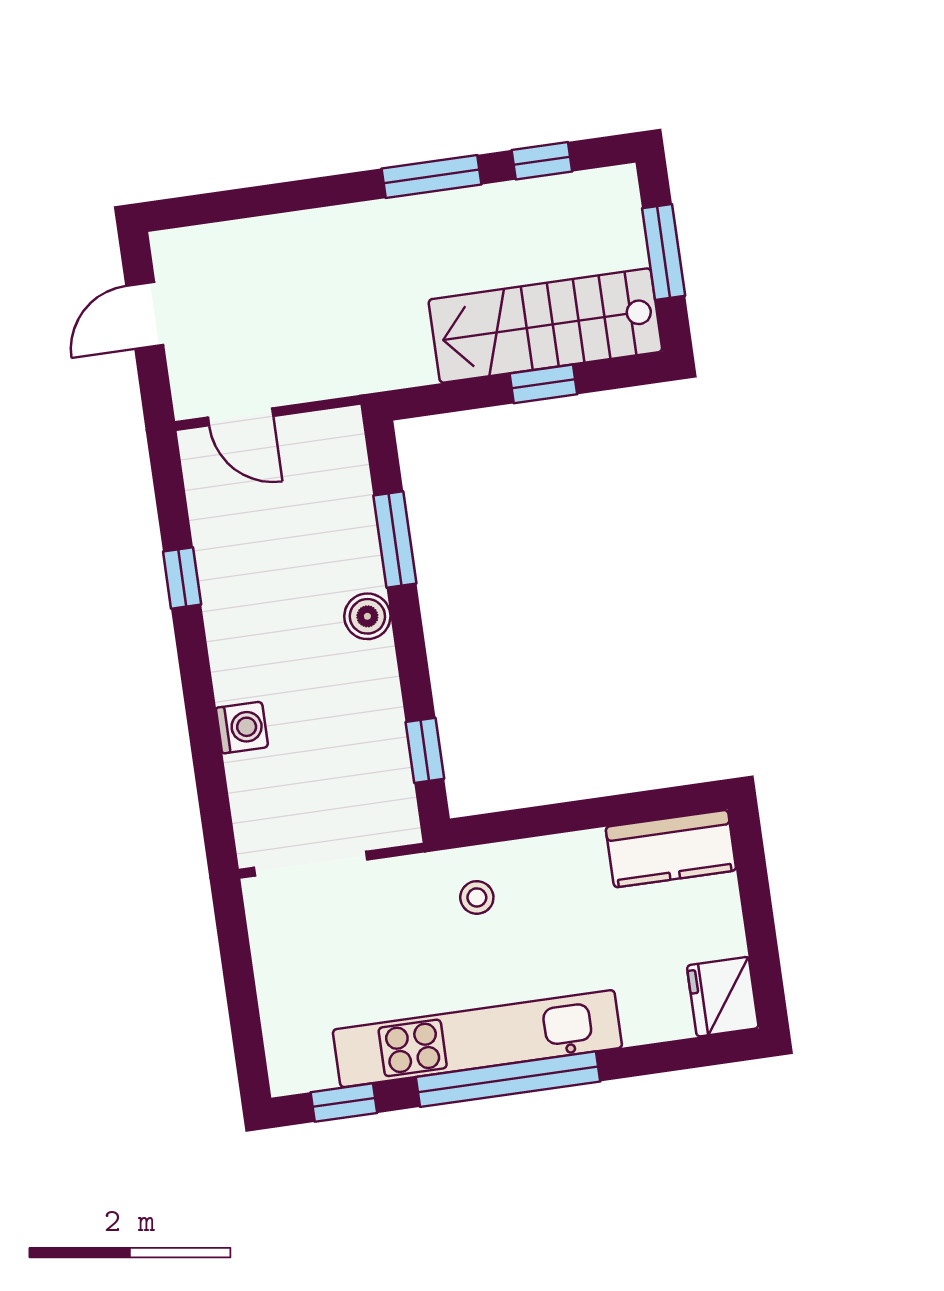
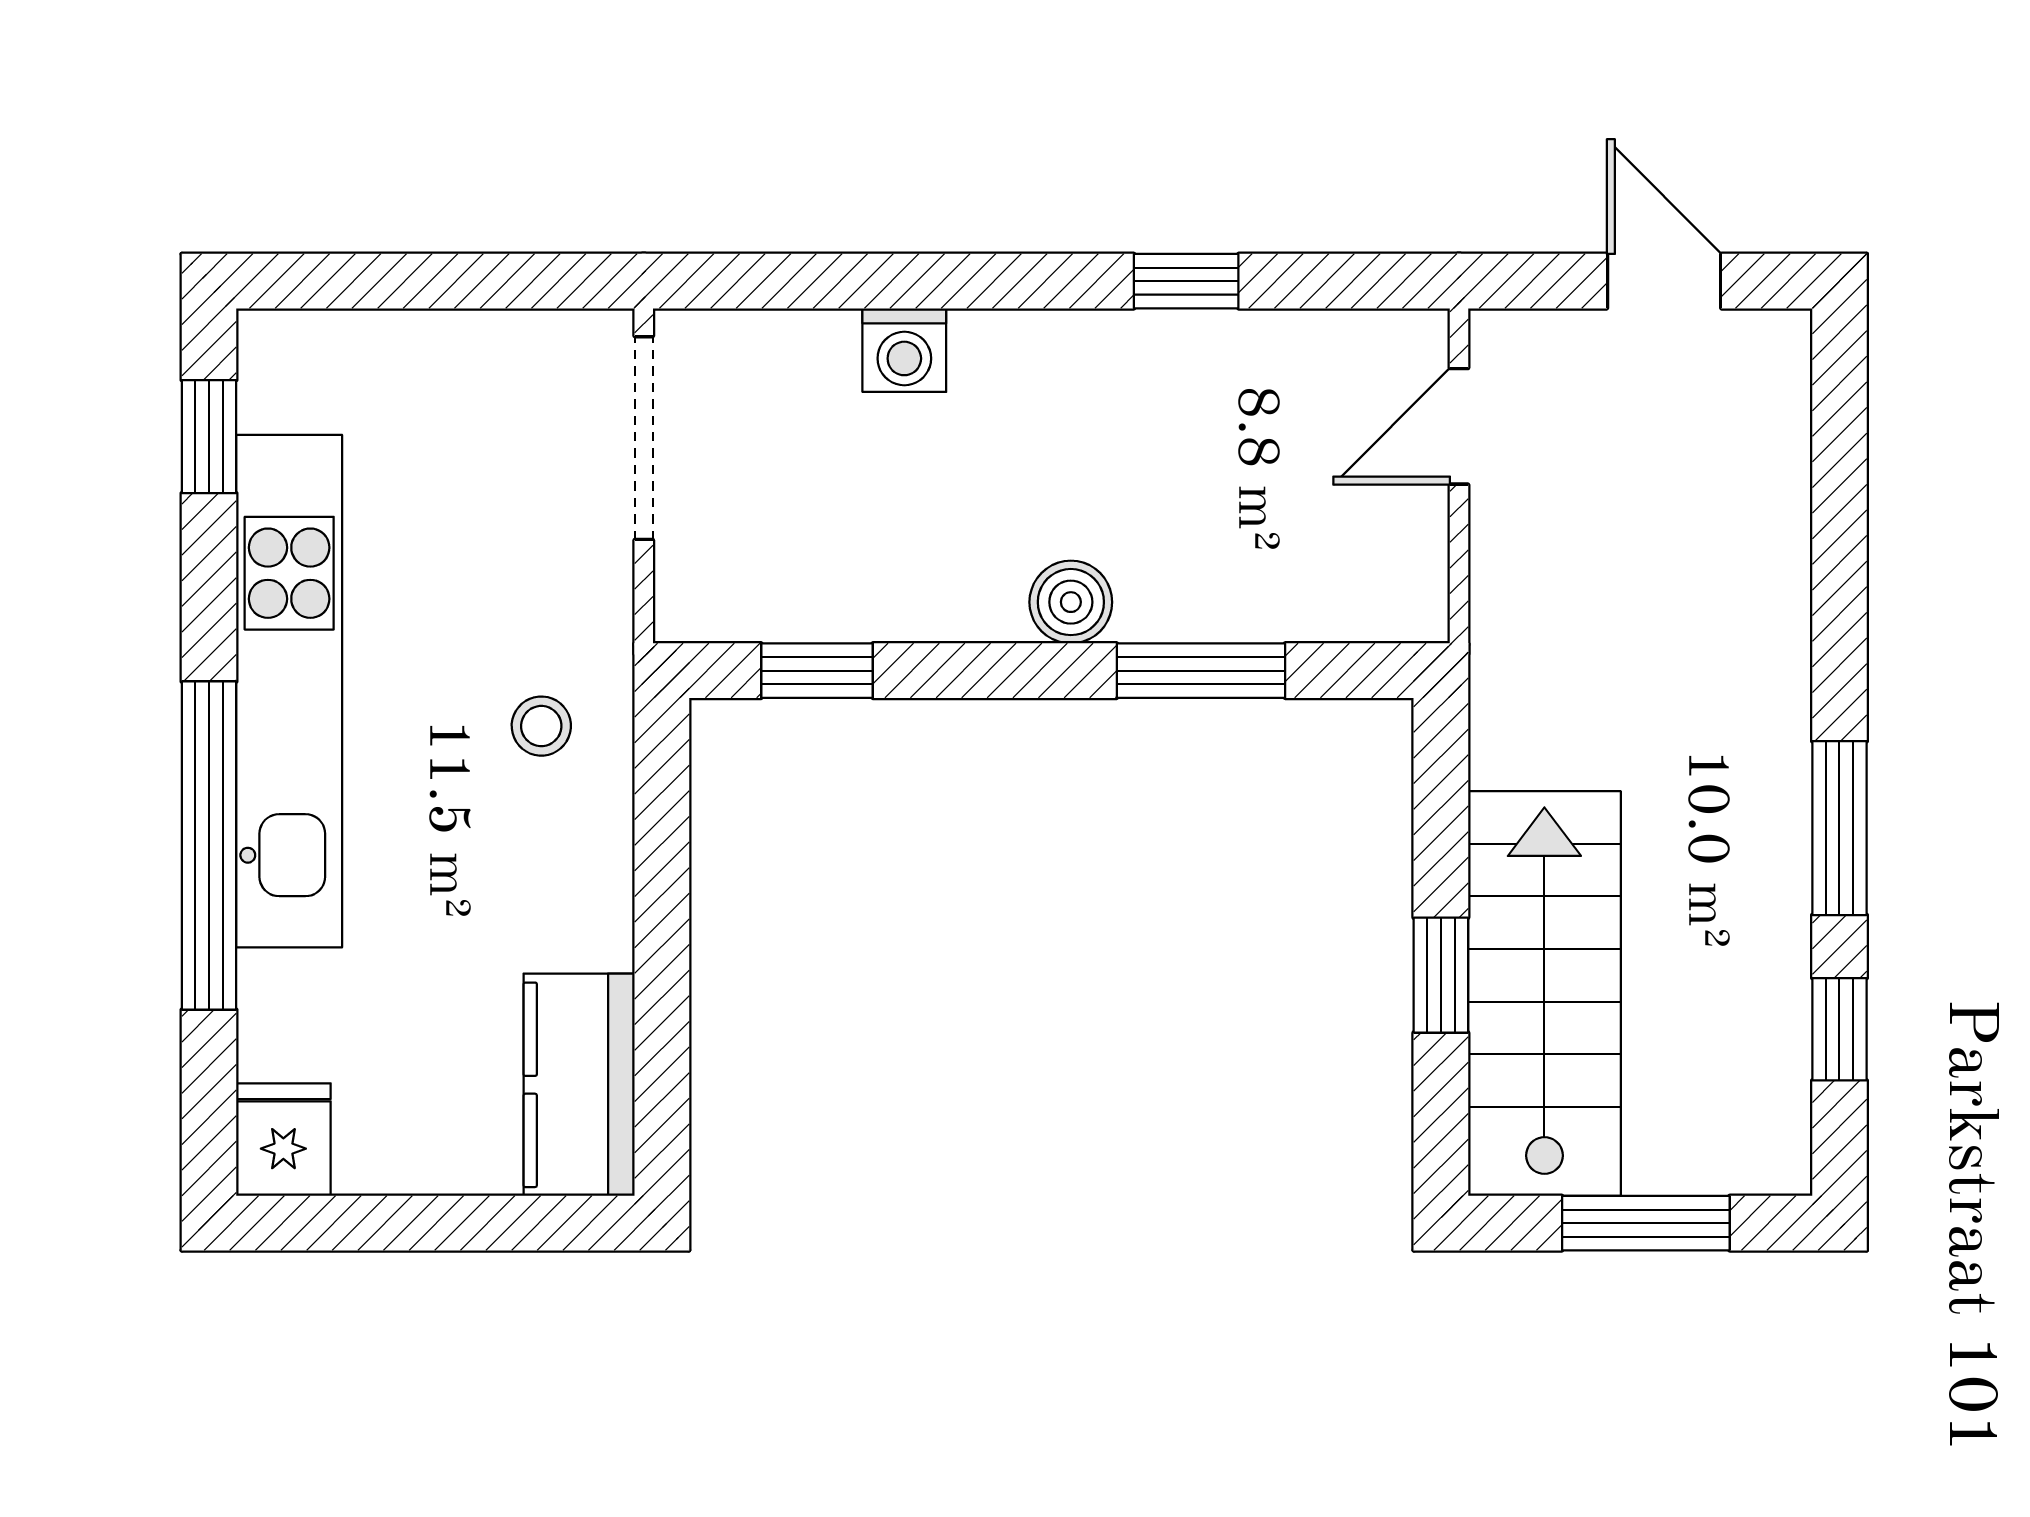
fridge: (723, 997) -> (283, 1140), width x0.72
window: (508, 1079) -> (209, 846), moved

